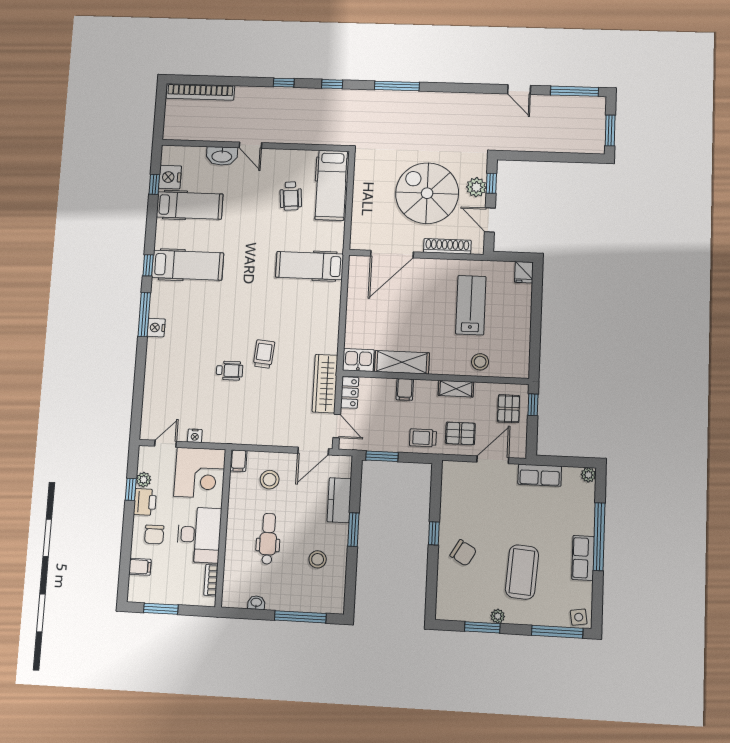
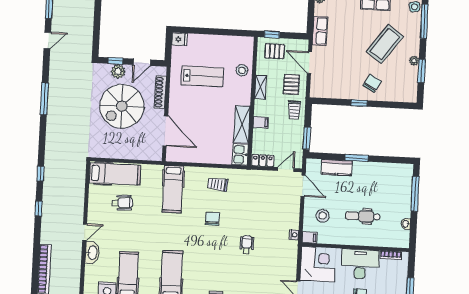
window: (397, 86) -> (44, 99), moved
lab bench: (471, 305) -> (202, 76), turned 180
chair: (267, 322) -> (212, 219), added
trolley: (264, 354) -> (218, 184), moved
wardrobe: (325, 384) -> (256, 178), removed
nightstand: (195, 436) -> (294, 235), moved
stool: (318, 559) -> (377, 182), removed
coffee table: (522, 572) -> (385, 44), turned -58

